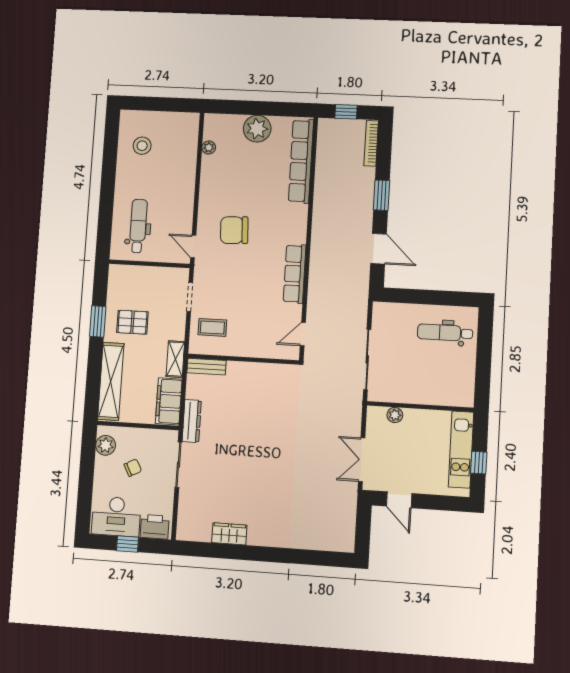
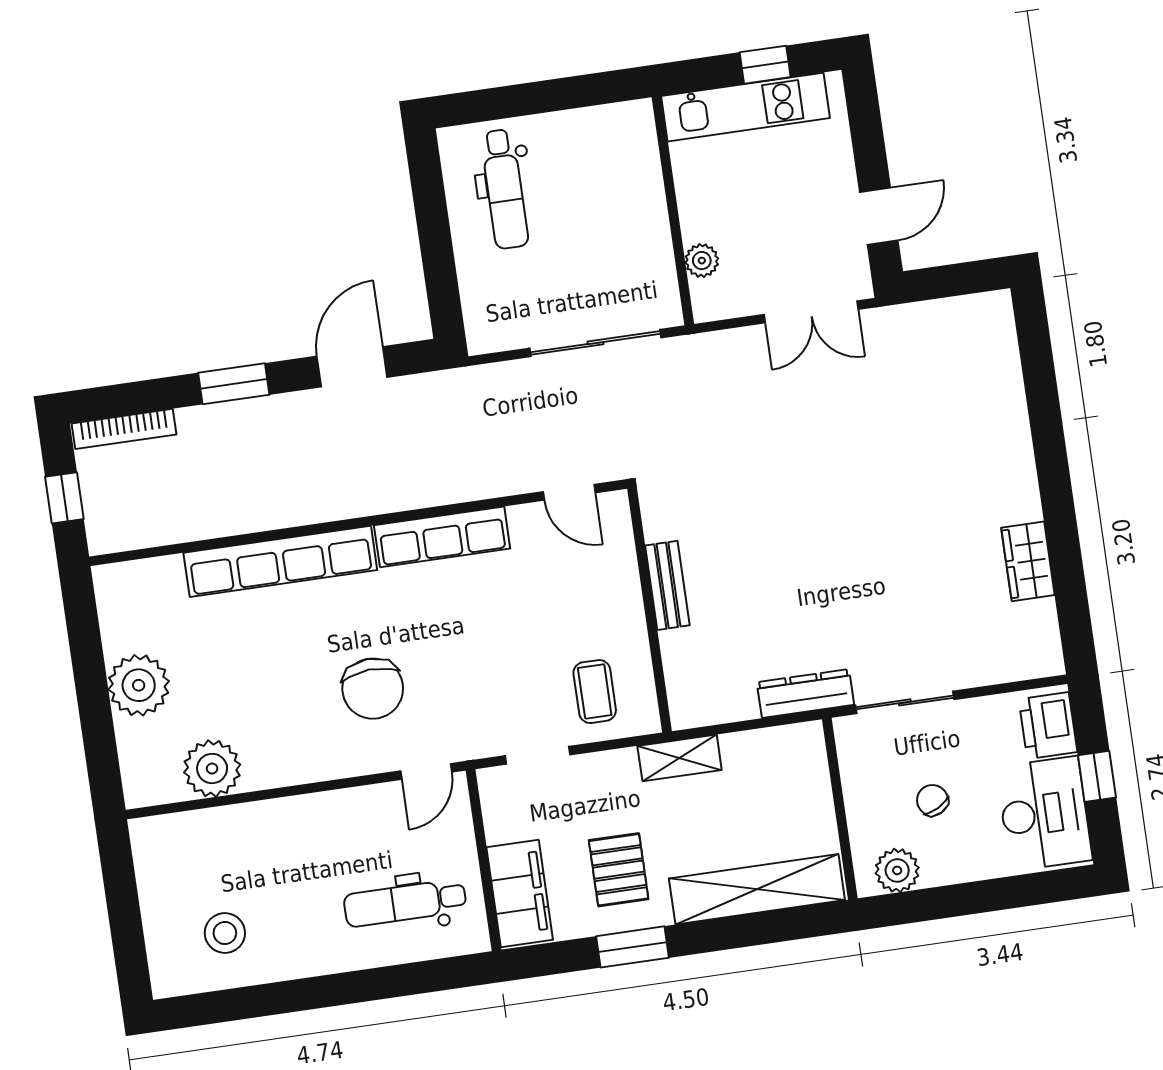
plant: (209, 148) -> (212, 769), width x1.87, depth x1.87
row of seats: (301, 161) -> (280, 561), moved
bench: (206, 367) -> (667, 585), moved
filing cabinet: (169, 401) -> (520, 893), moved, turned -90

